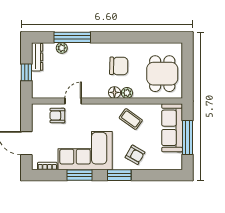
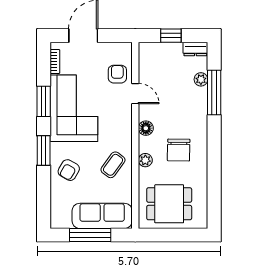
dresser: (37, 57) -> (195, 49), width x0.70
floor lamp: (114, 92) -> (146, 128), moved

